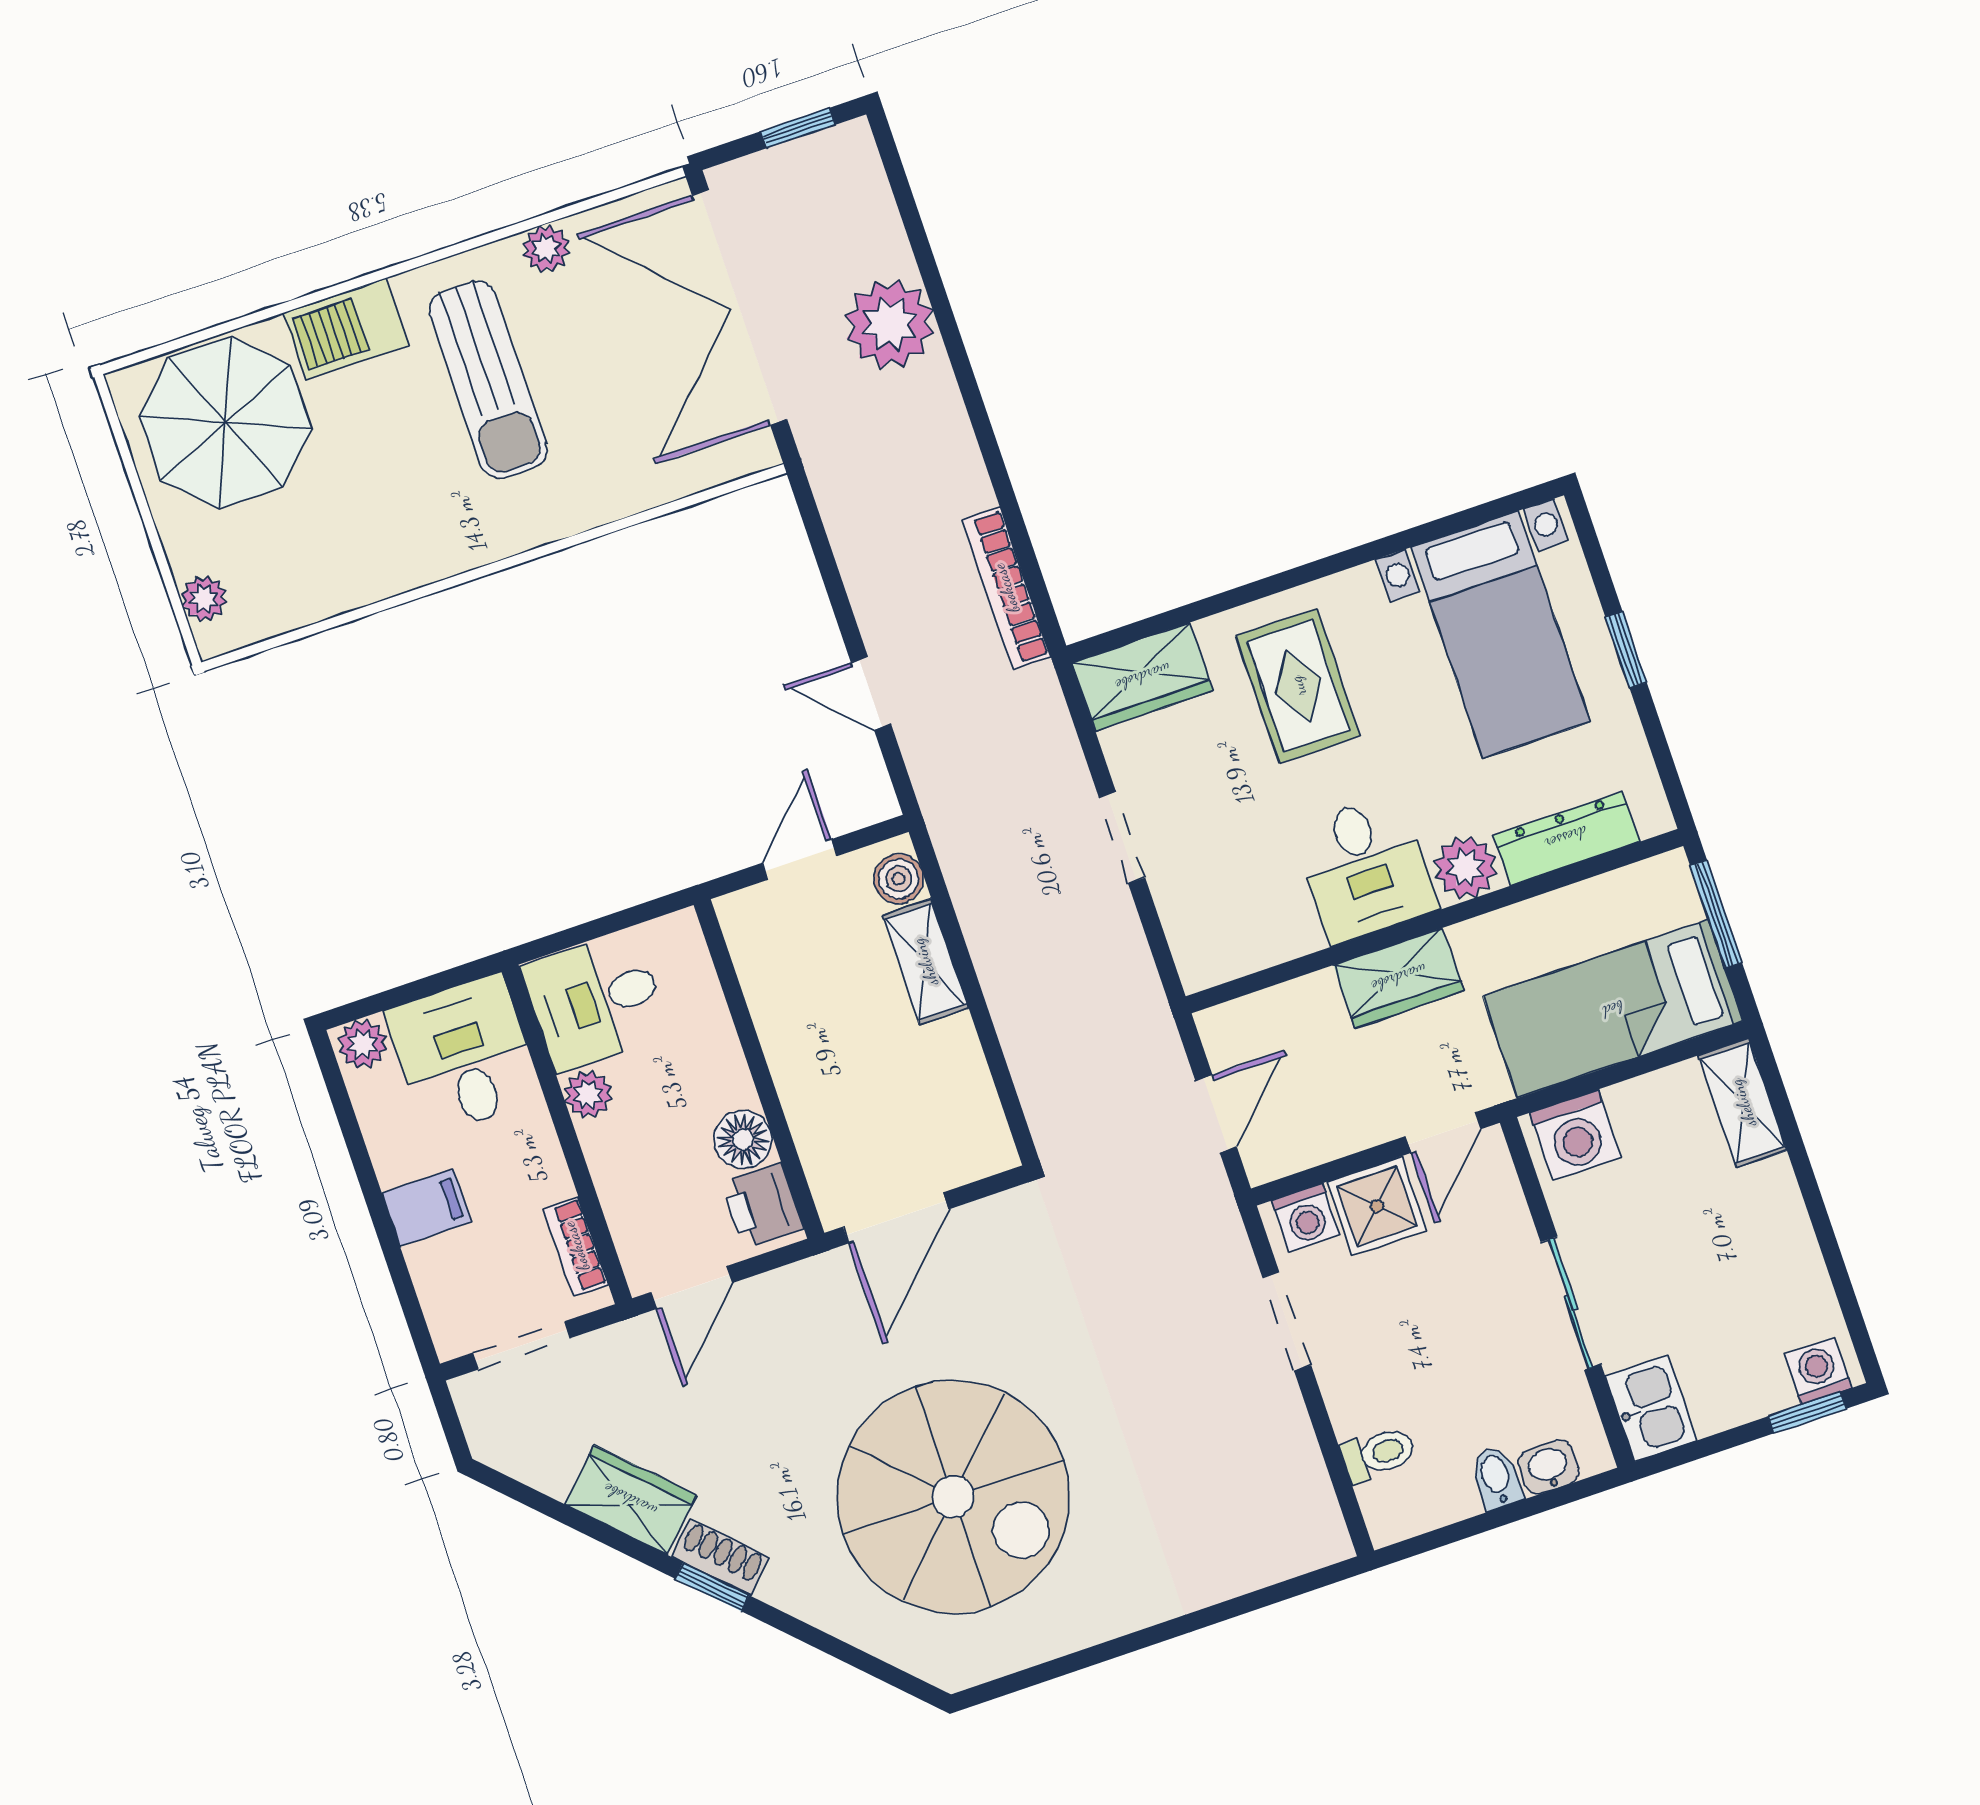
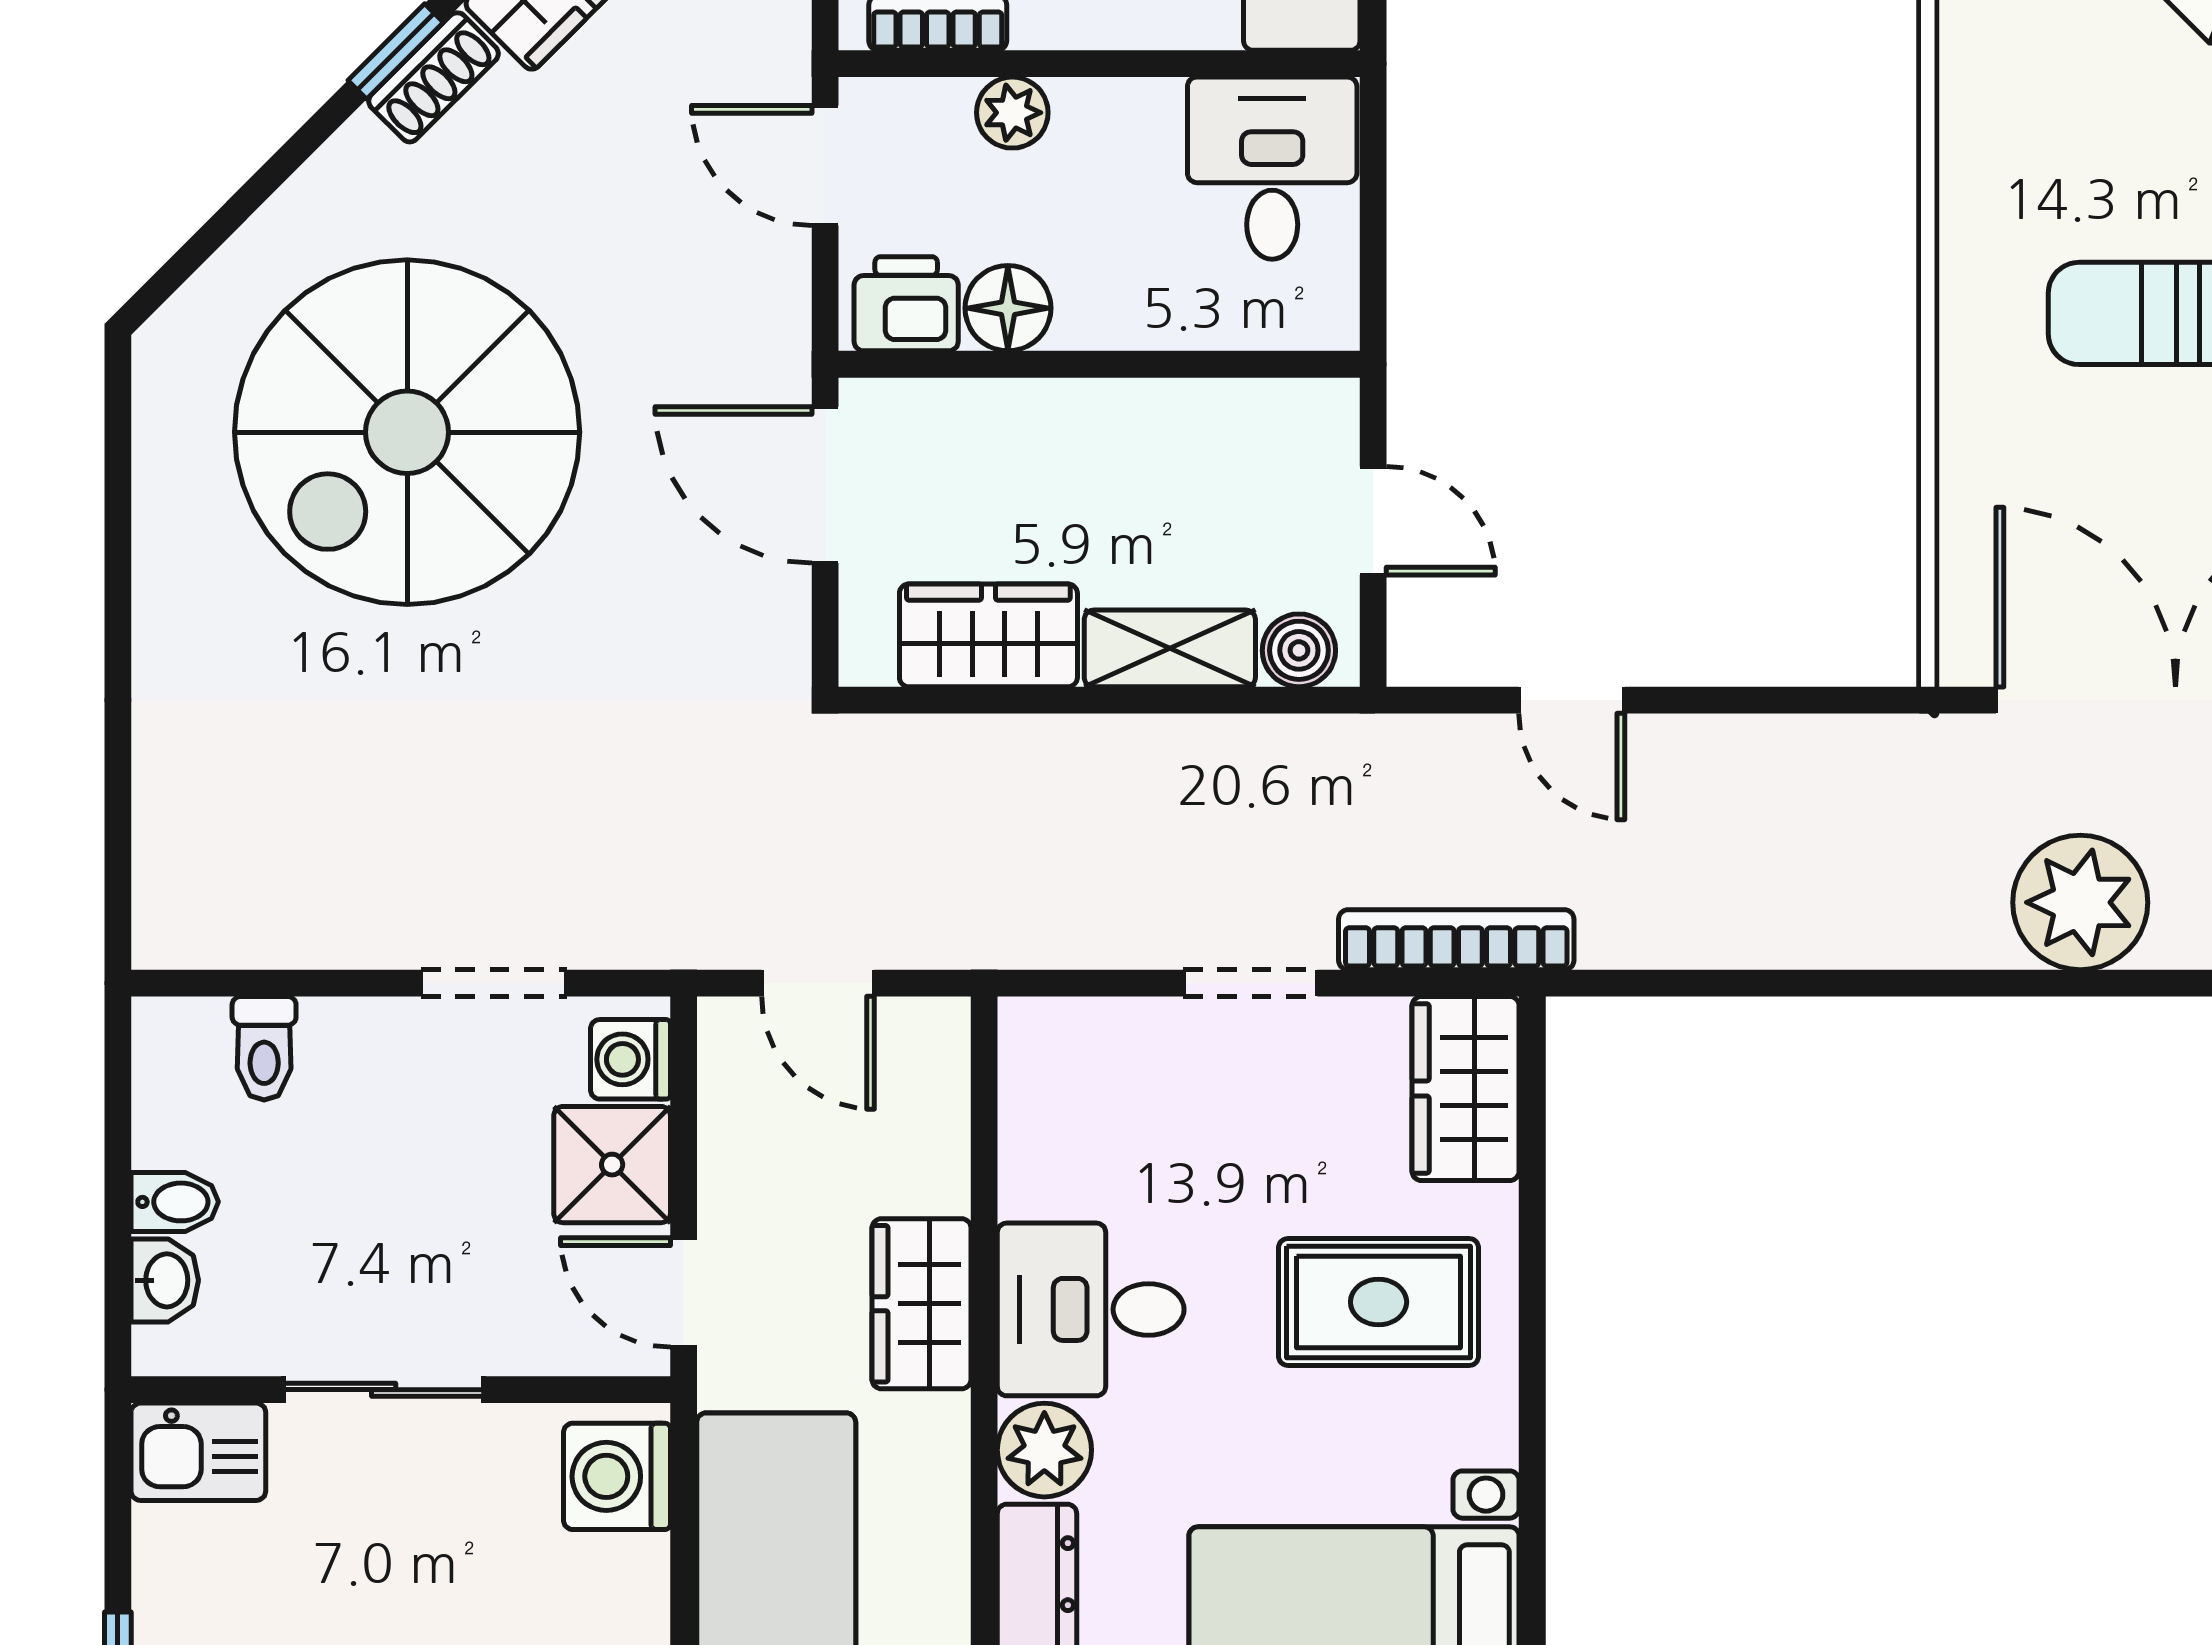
bookcase: (1006, 588) -> (1456, 940), moved
door: (871, 693) -> (1572, 700), swing flipped
wardrobe: (957, 1081) -> (988, 635), added
plant: (588, 1094) -> (1012, 113), moved

